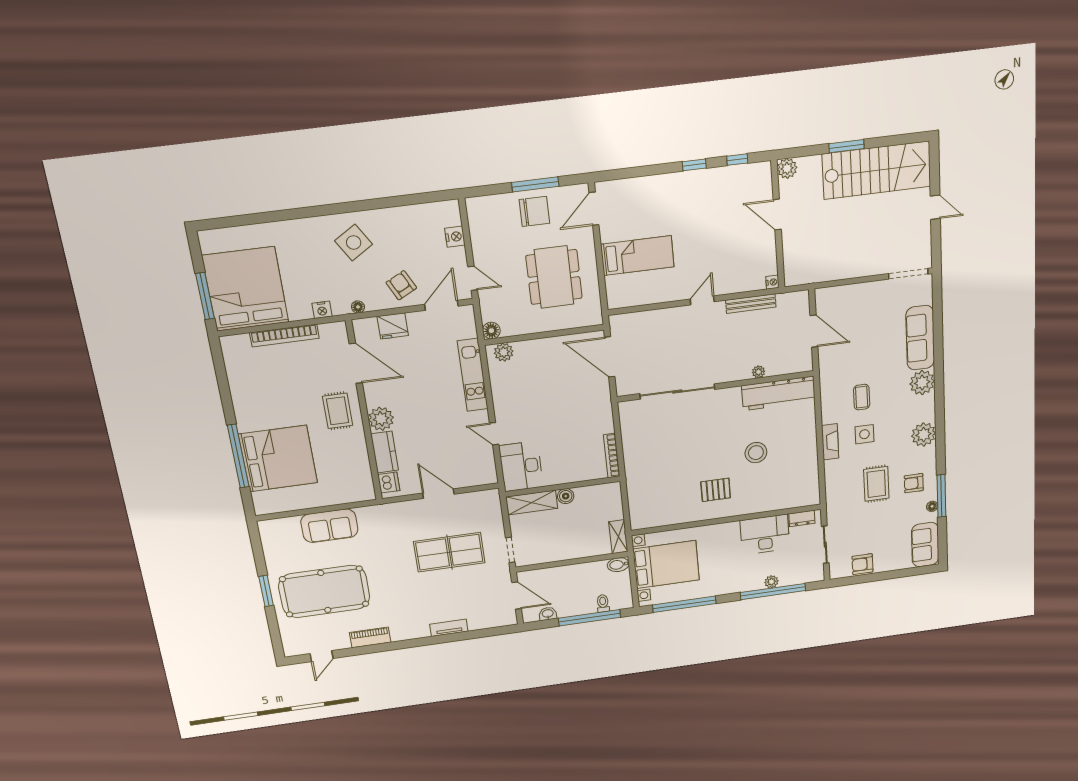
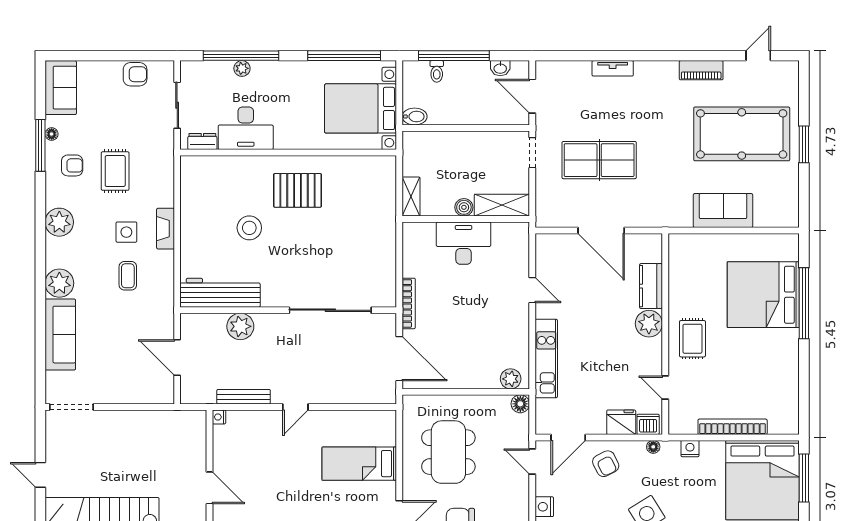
door: (356, 363) -> (665, 388), width x0.53
plant: (759, 372) -> (240, 326), width x1.88, depth x1.88
bookcase: (612, 456) -> (409, 303), moved
desk: (521, 466) -> (464, 243), moved, turned -90
dishwasher: (389, 483) -> (648, 424), moved, turned 90
pallet: (716, 490) -> (297, 190), width x1.50, depth x1.42
door: (438, 494) -> (601, 230), width x1.36
shelving: (618, 537) -> (411, 197), moved

